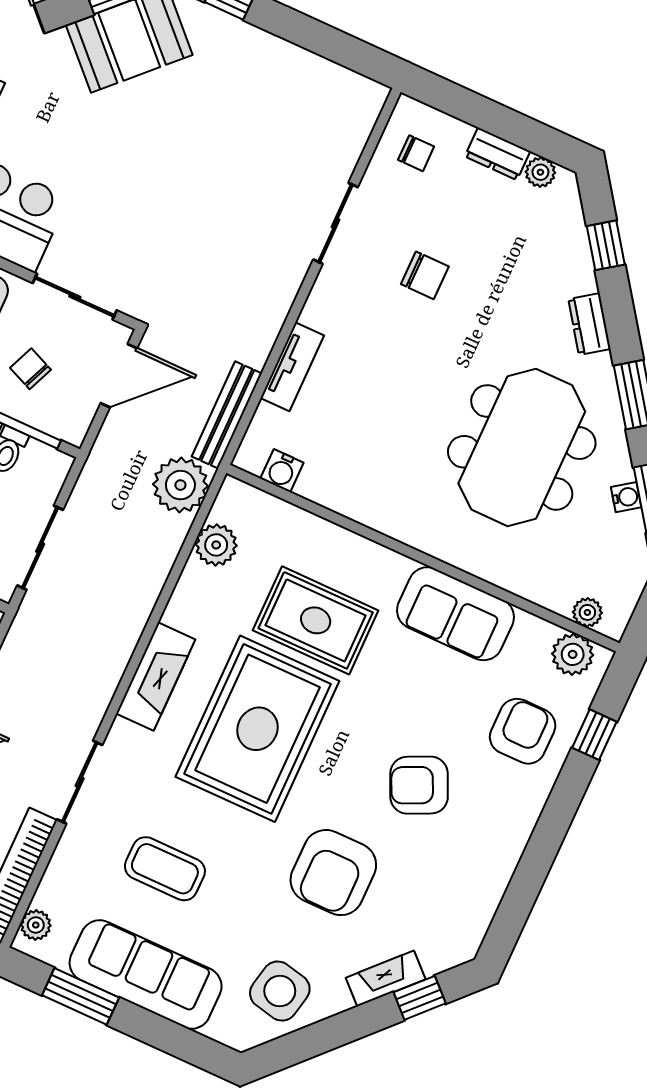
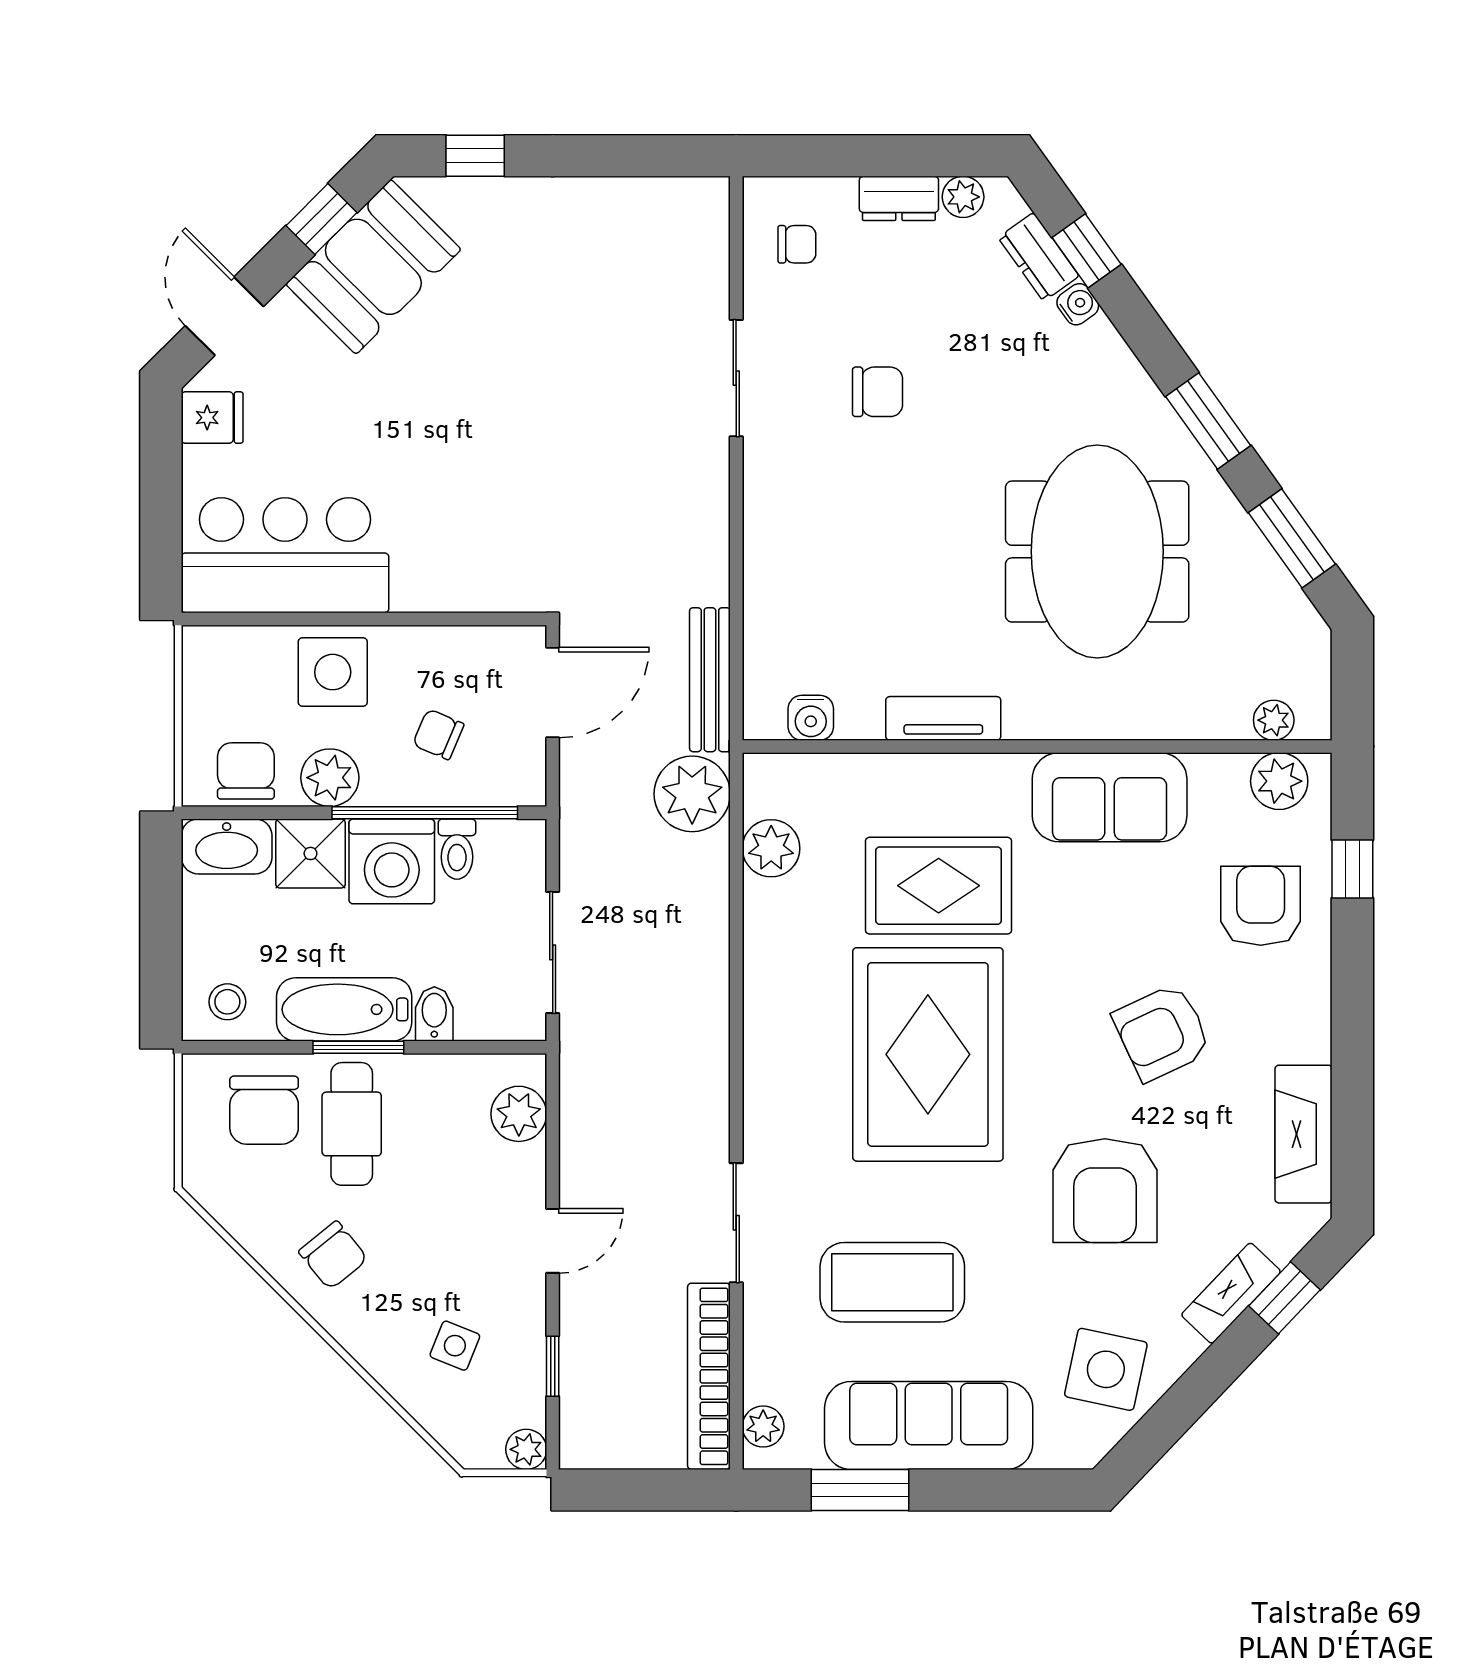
sliding door: (75, 297) -> (452, 619), removed
dresser: (589, 324) -> (1039, 257), moved
tv unit: (292, 367) -> (943, 718), moved, turned -90
water cooler: (626, 497) -> (1078, 304), moved
fireplace: (156, 676) -> (1304, 1134), moved, turned 180
coffee table: (165, 869) -> (892, 1282), width x1.36, depth x1.32

